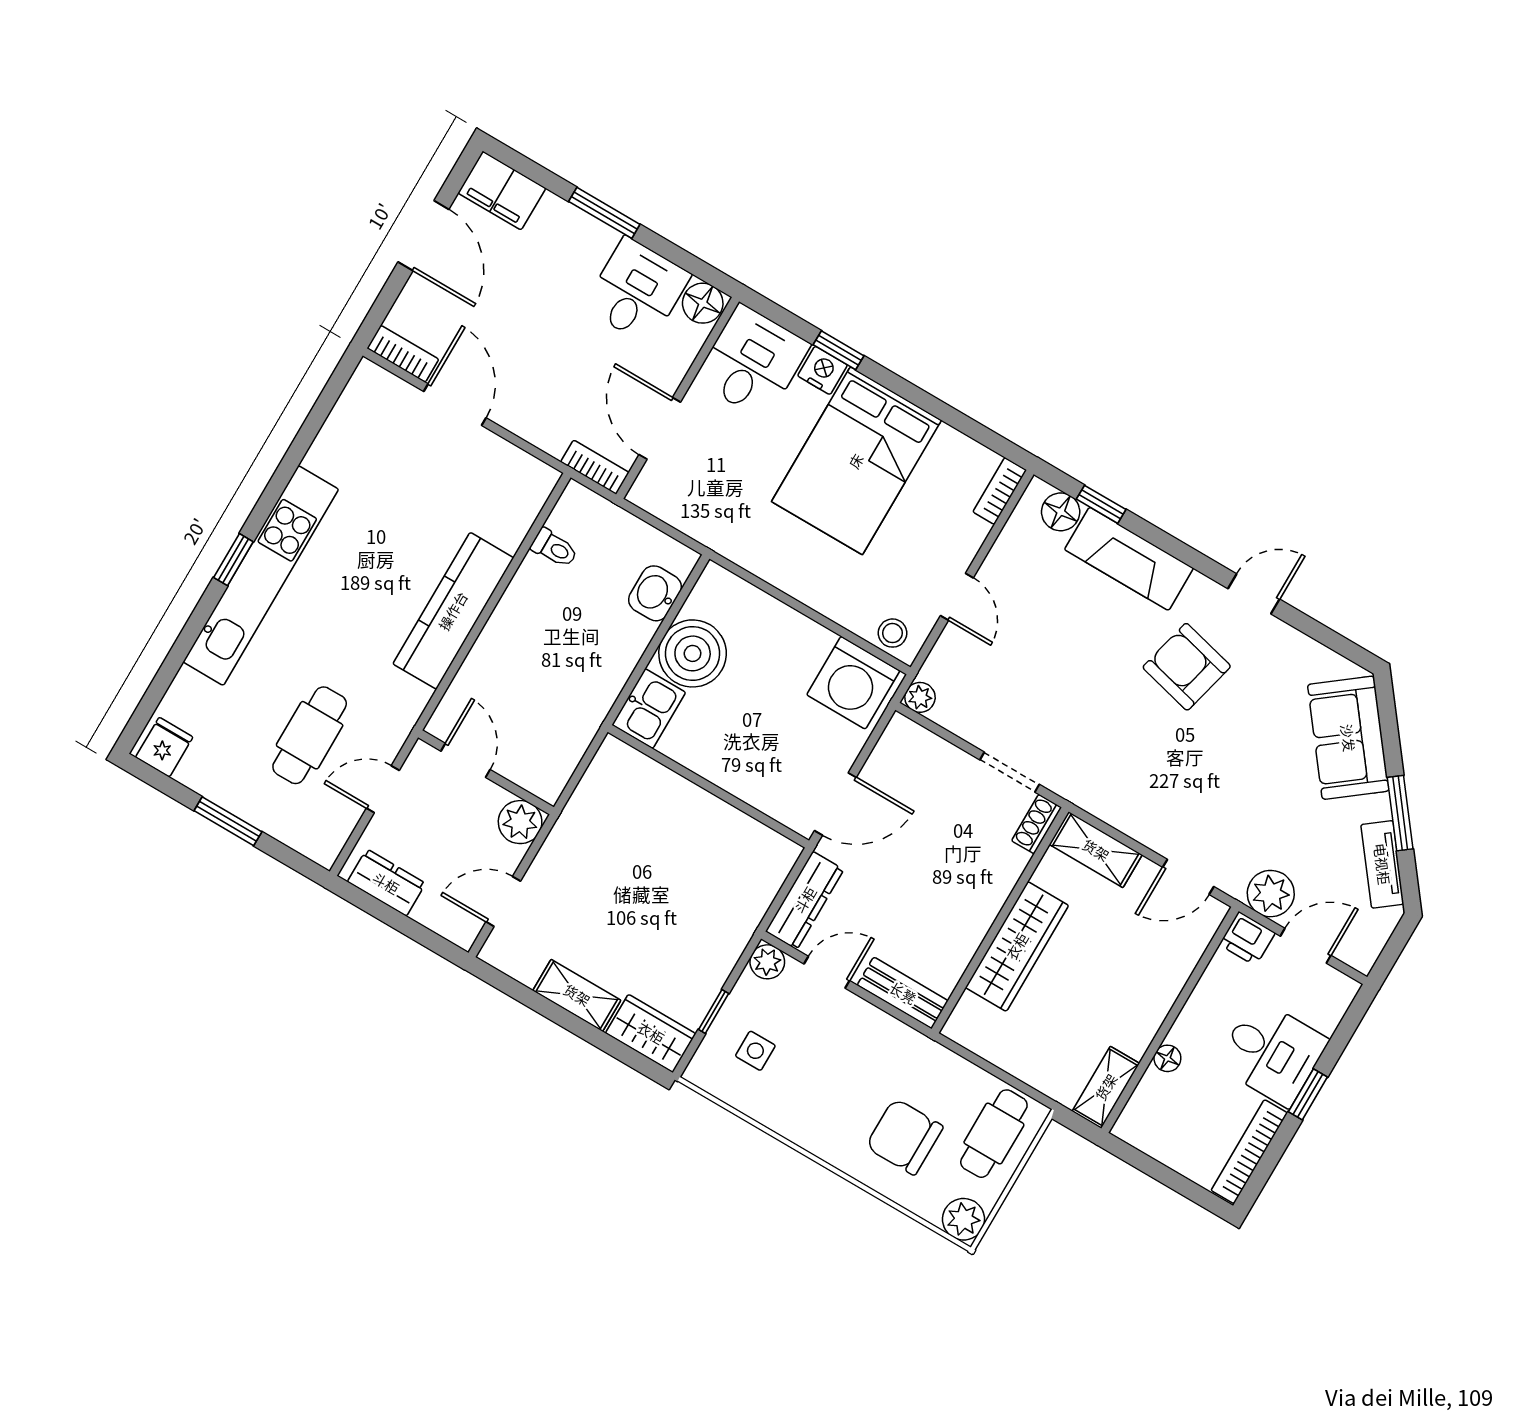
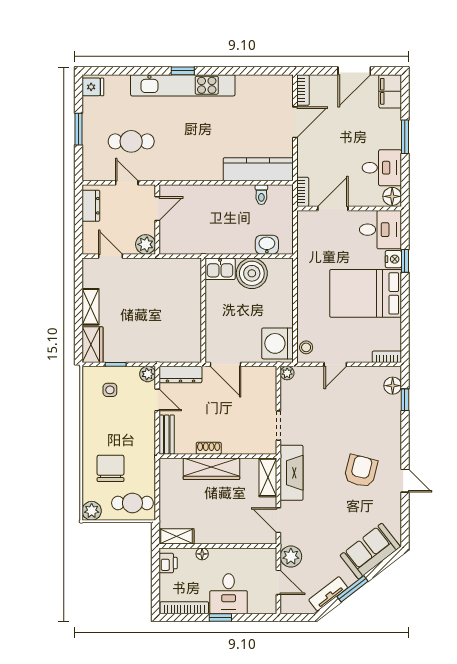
fireplace: (1129, 559) -> (292, 473), moved, turned 180
kitchen counter: (453, 611) -> (258, 169), moved
shoe rack: (1037, 824) -> (209, 448), moved
printer: (1247, 939) -> (168, 563), moved, turned 180

